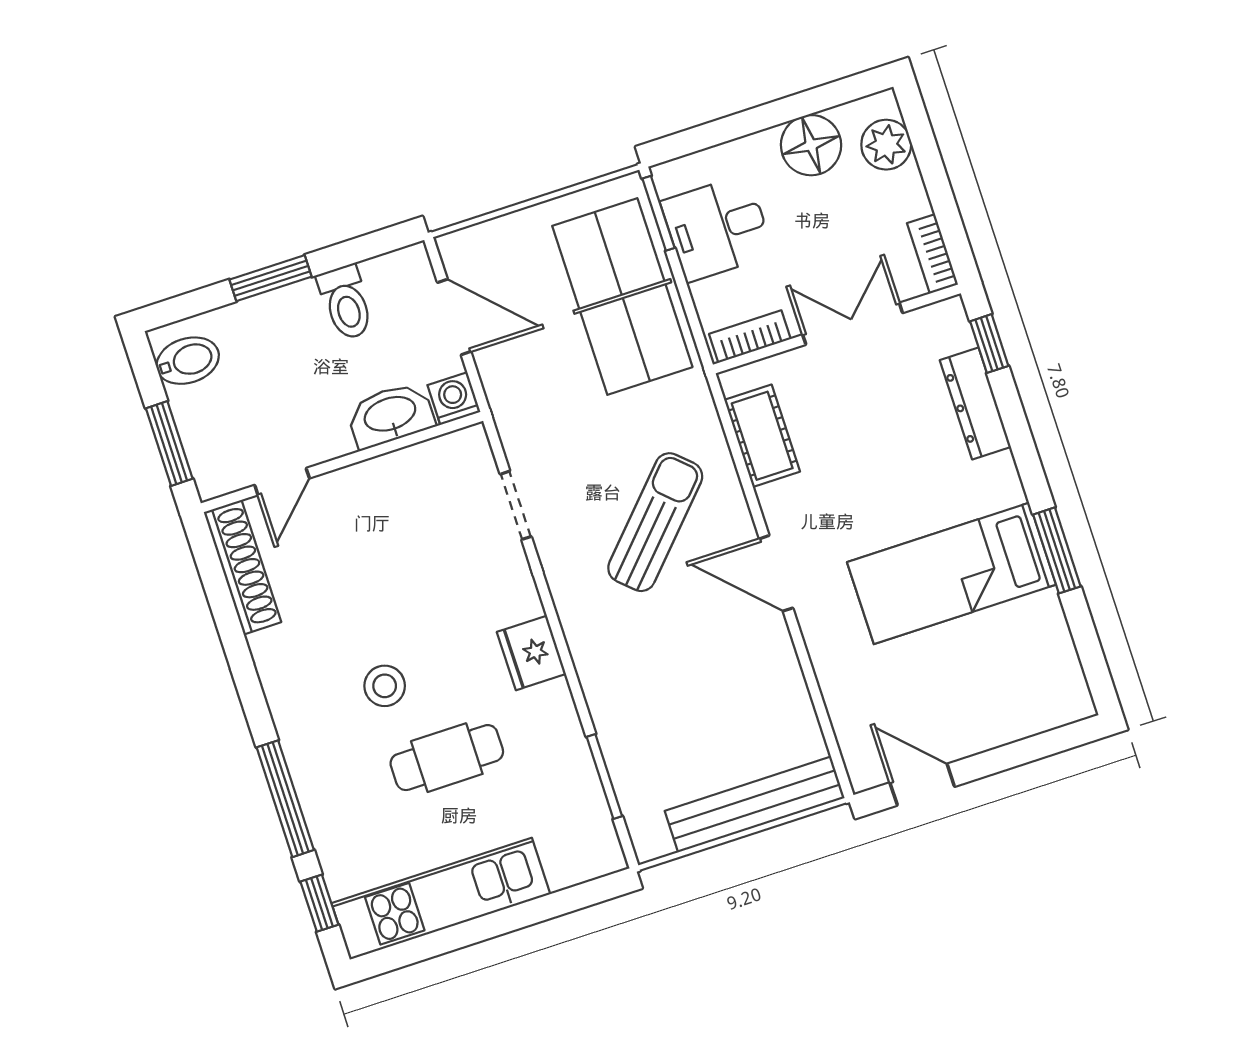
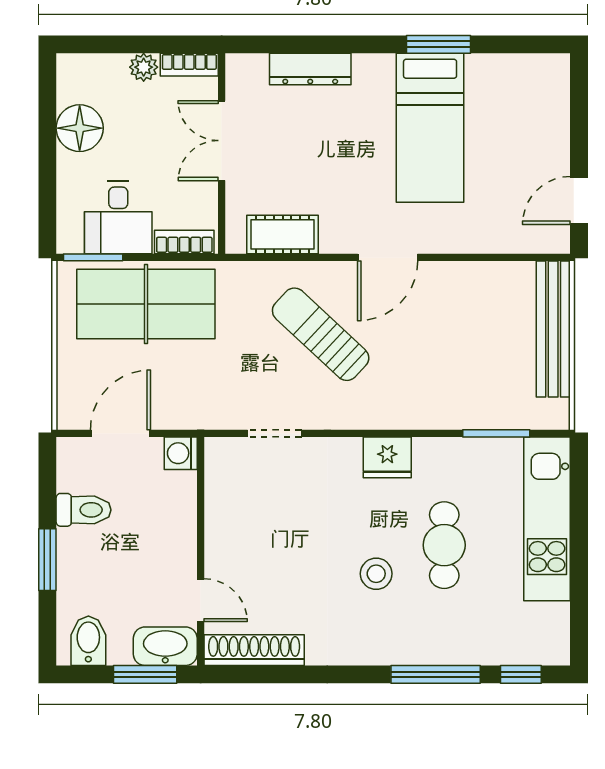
plant: (886, 145) -> (144, 67), moved, width x0.73, depth x0.73
bookcase: (750, 337) -> (184, 242), moved, turned 90
window: (989, 344) -> (269, 44), removed
washbasin: (390, 415) -> (165, 646), moved, turned 90
kitchen unit: (441, 899) -> (547, 519), moved

